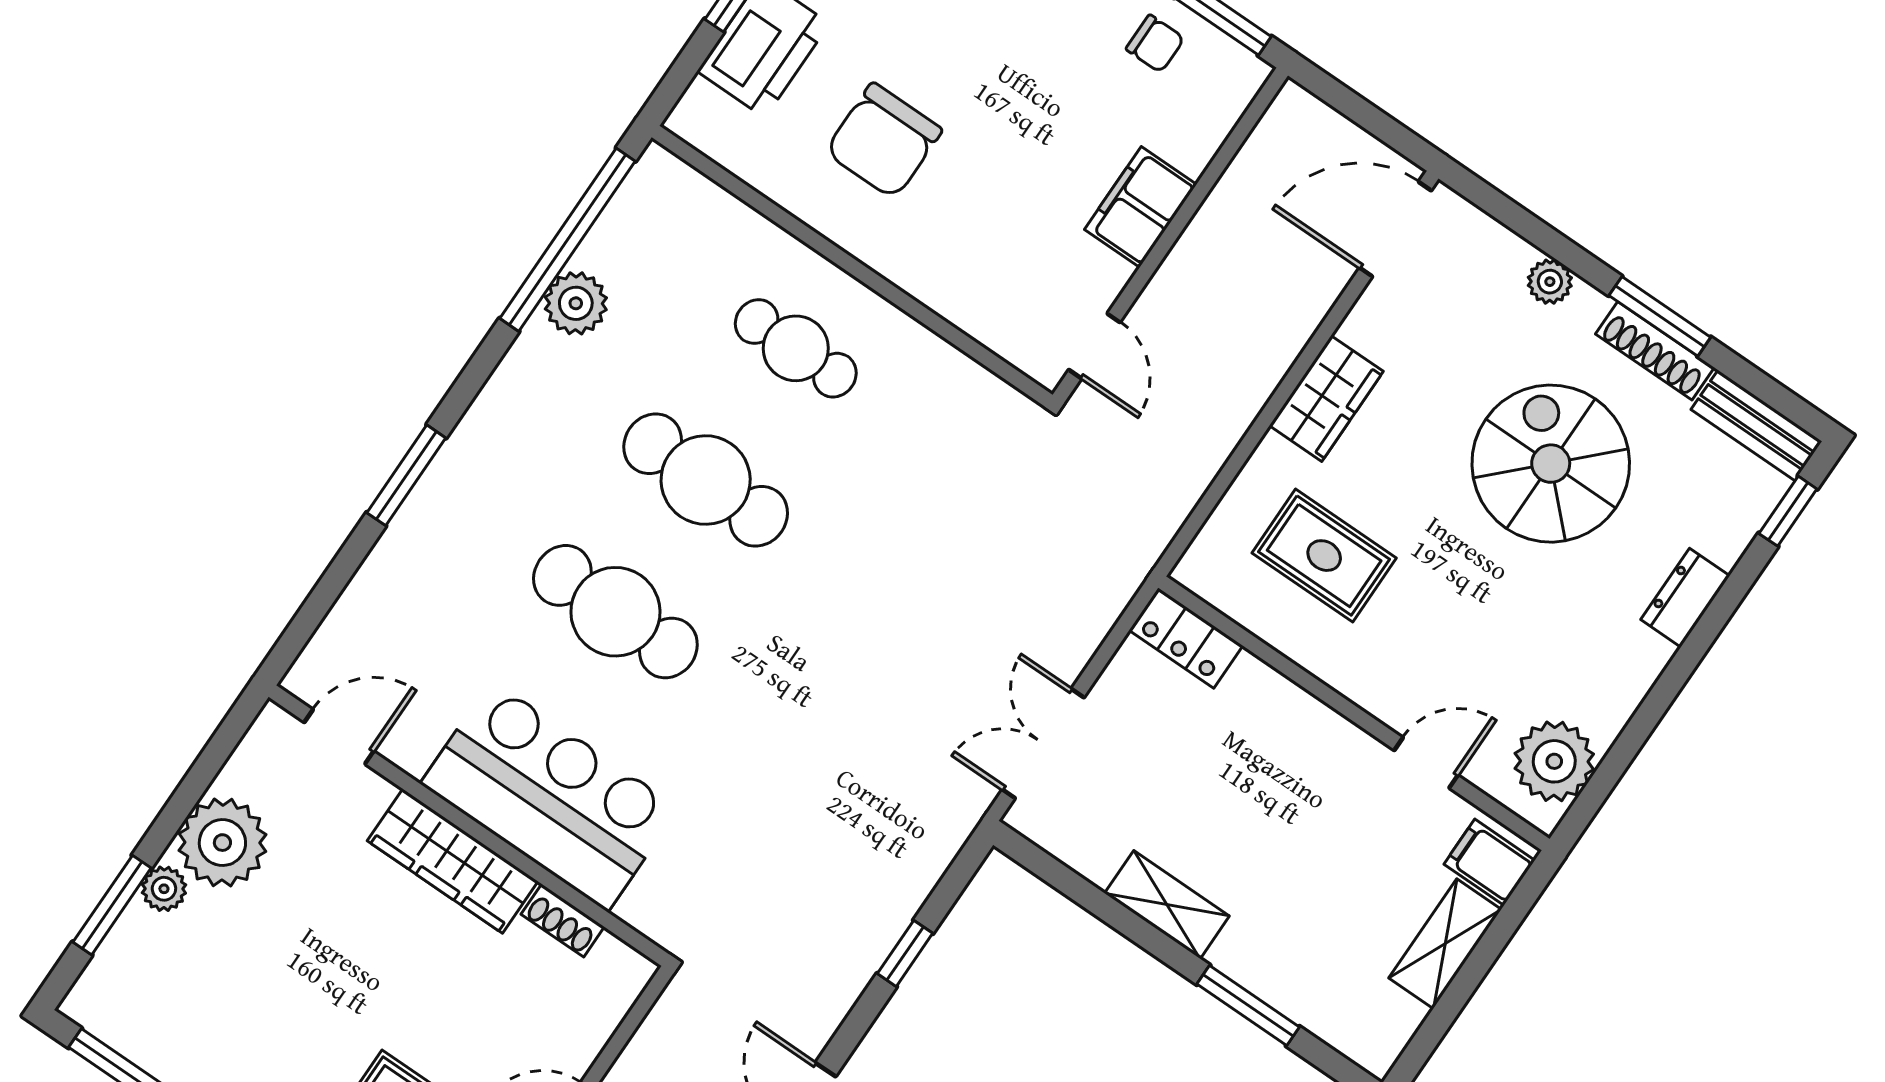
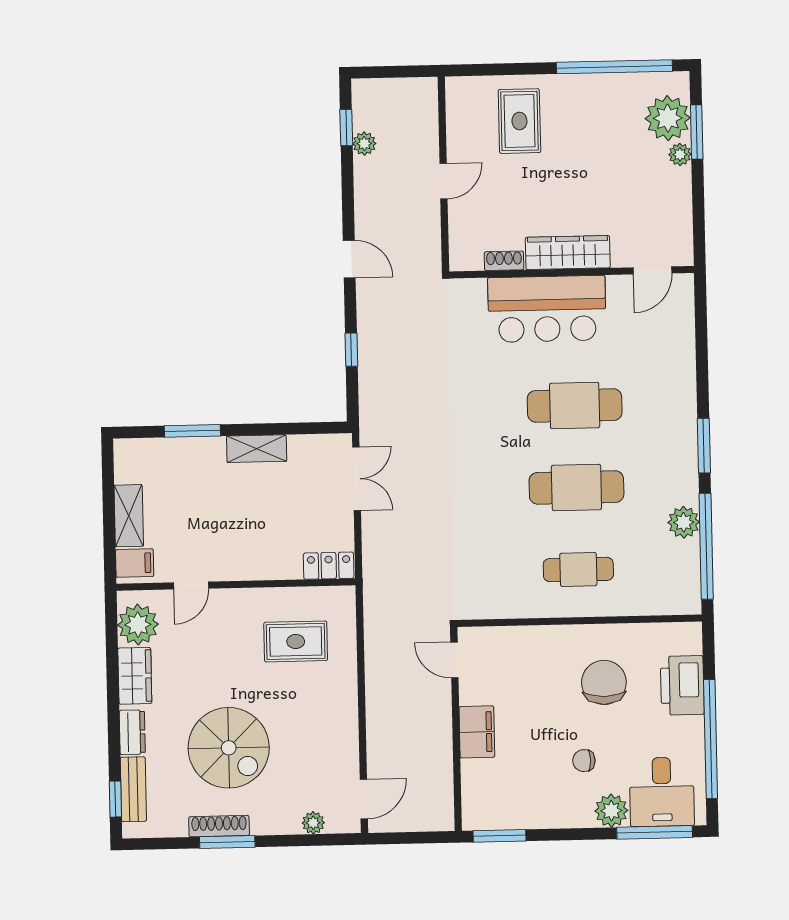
chair: (1155, 44) -> (584, 761), moved
door: (1395, 229) -> (364, 799), width x0.73
plant: (1550, 282) -> (313, 823), moved
wardrobe: (1326, 398) -> (135, 676), moved, turned 180
bench: (1756, 425) -> (133, 789), moved, turned 90
window: (406, 475) -> (704, 446), moved
plant: (222, 843) -> (668, 118), moved

